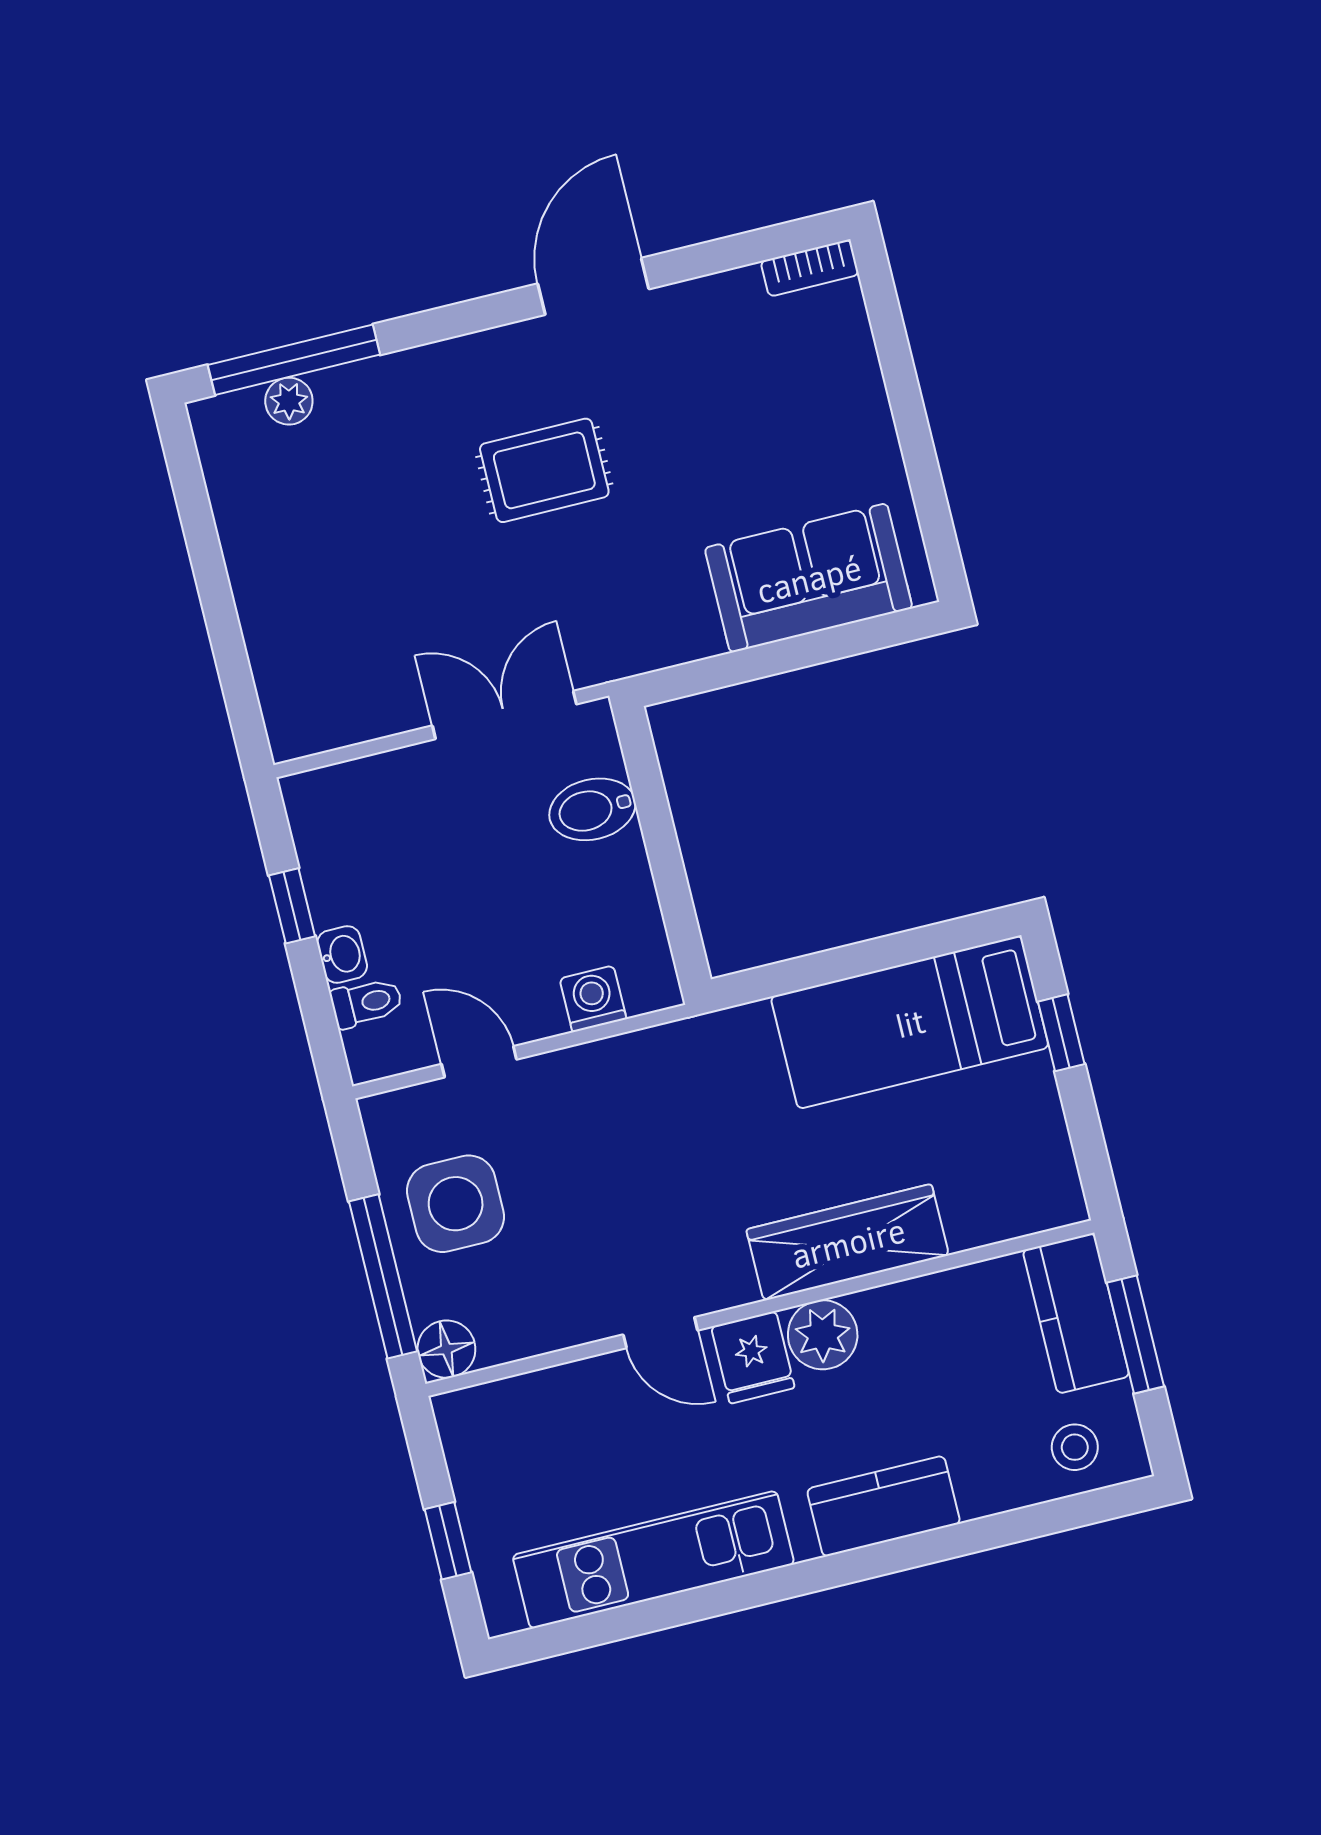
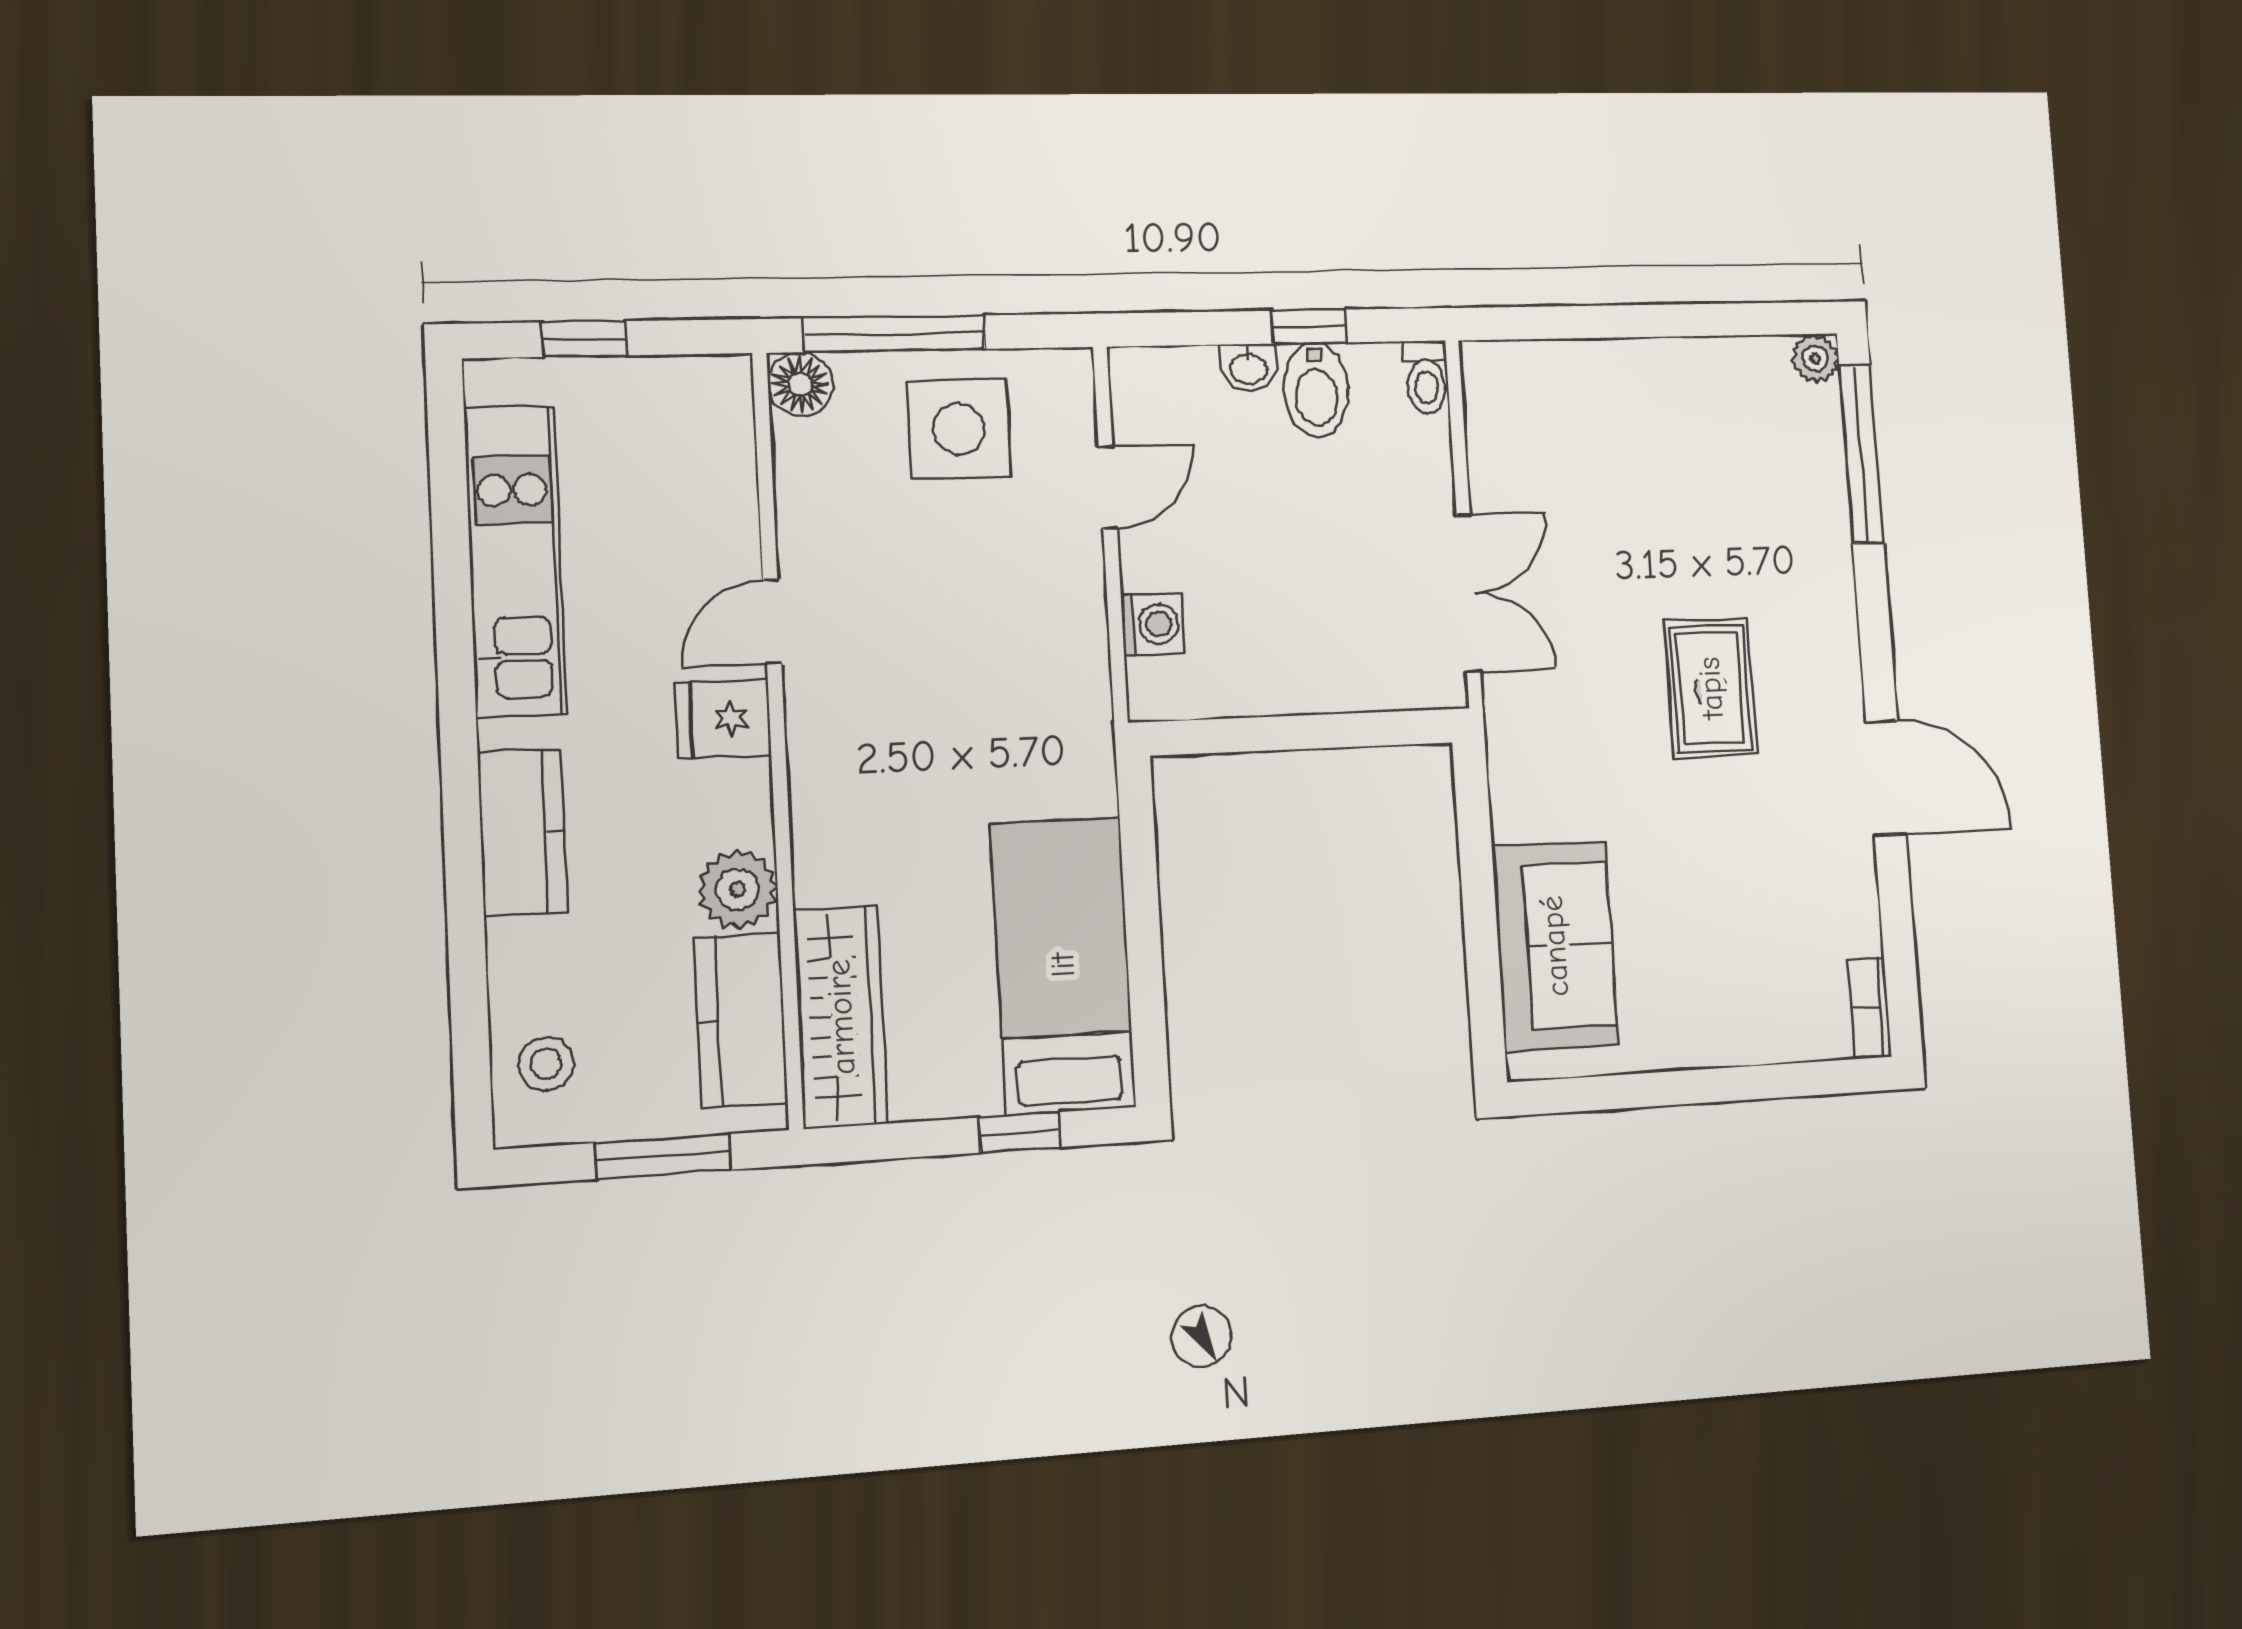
plant: (289, 401) -> (1815, 358), moved
bidet: (592, 809) -> (1316, 390), moved, turned 180
toilet: (367, 1003) -> (1426, 377), moved
wardrobe: (848, 1242) -> (841, 1017), moved
kitchen counter: (1076, 1313) -> (741, 1020), moved, turned -90
plant: (823, 1335) -> (738, 889), moved

